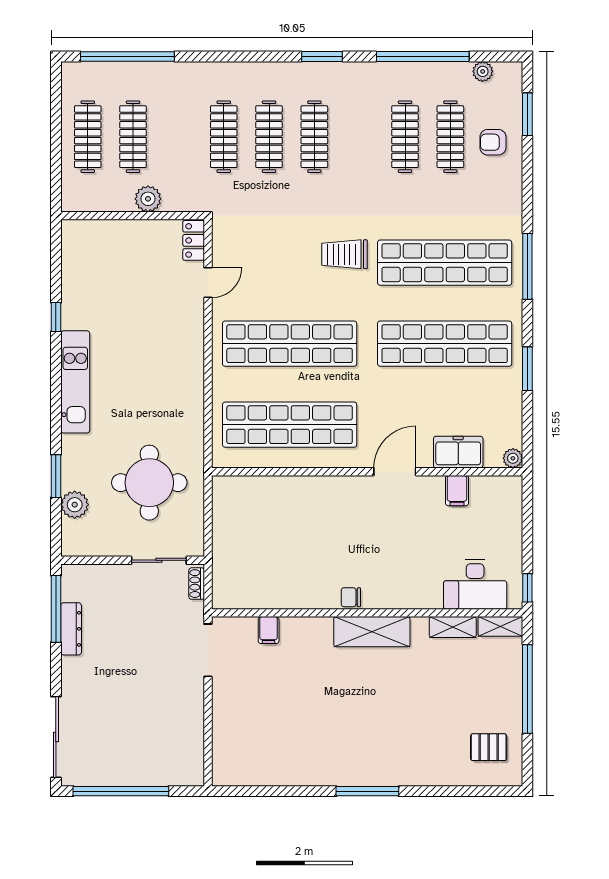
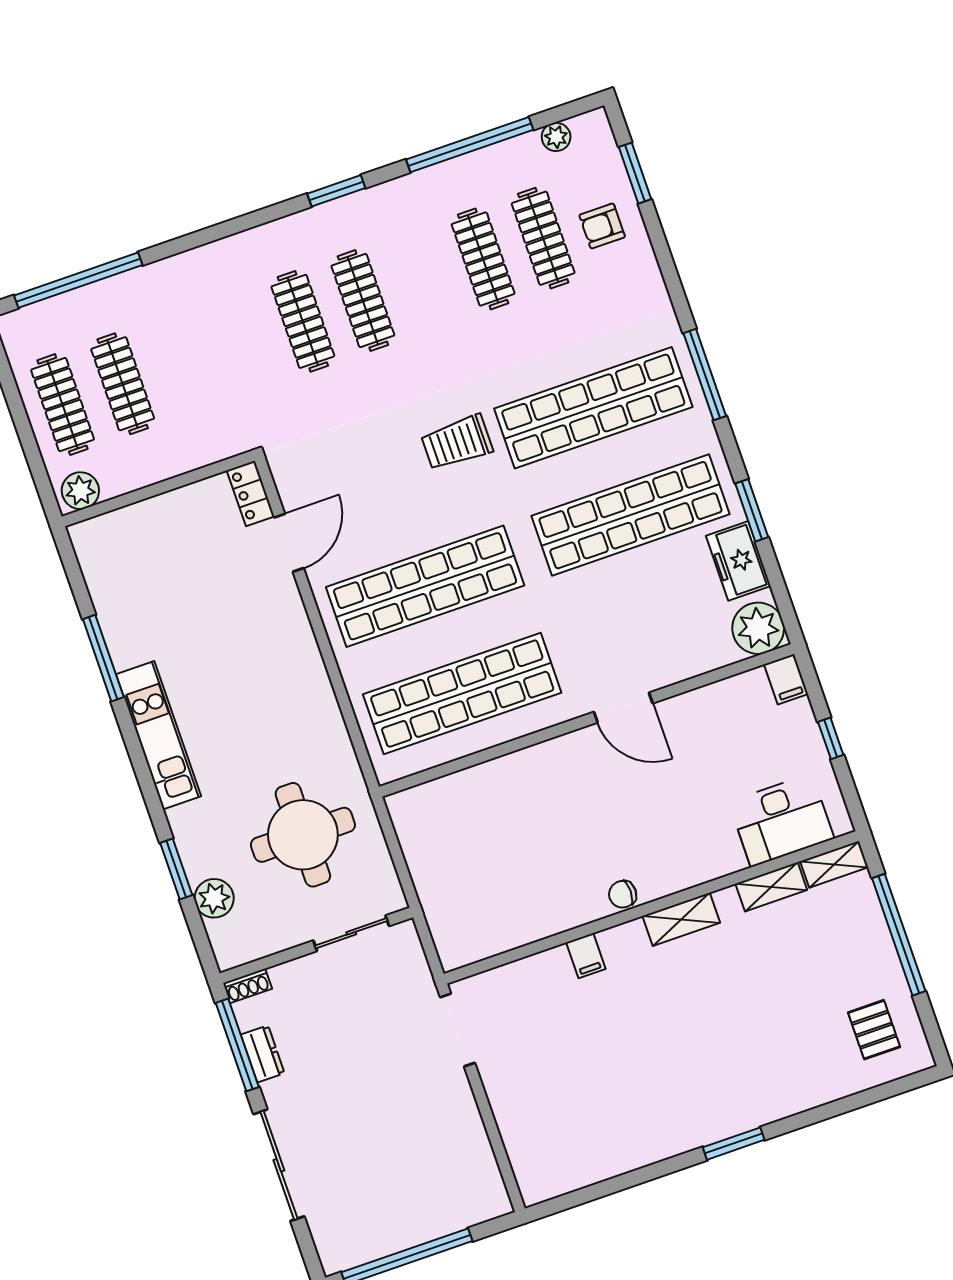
clothes rail: (224, 137) -> (243, 342), removed
plant: (148, 199) -> (80, 491), moved
door: (208, 283) -> (289, 543), width x1.38
window: (56, 317) -> (103, 658), width x2.17
freezer: (458, 452) -> (738, 561), moved, turned -90
plant: (513, 458) -> (758, 628), width x1.87, depth x1.87
door: (395, 472) -> (623, 708), swing flipped
filing cabinet: (457, 491) -> (786, 679), moved
shoe rack: (197, 584) -> (247, 986), moved, turned -90
window: (527, 588) -> (831, 738), moved
dresser: (71, 629) -> (263, 1054), width x0.70
filing cabinet: (269, 630) -> (586, 956), moved
shelving: (372, 632) -> (681, 919), width x0.67, depth x0.75
sliding door: (56, 737) -> (279, 1165), moved
pallet: (489, 747) -> (874, 1030), turned 90
window: (367, 791) -> (734, 1144), width x0.69

